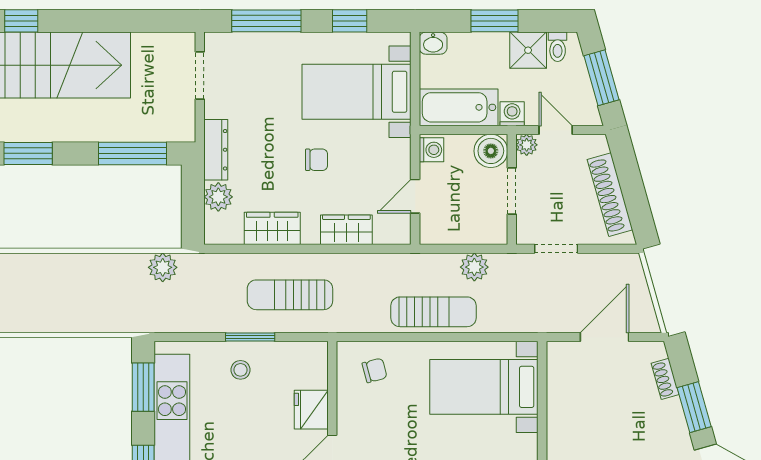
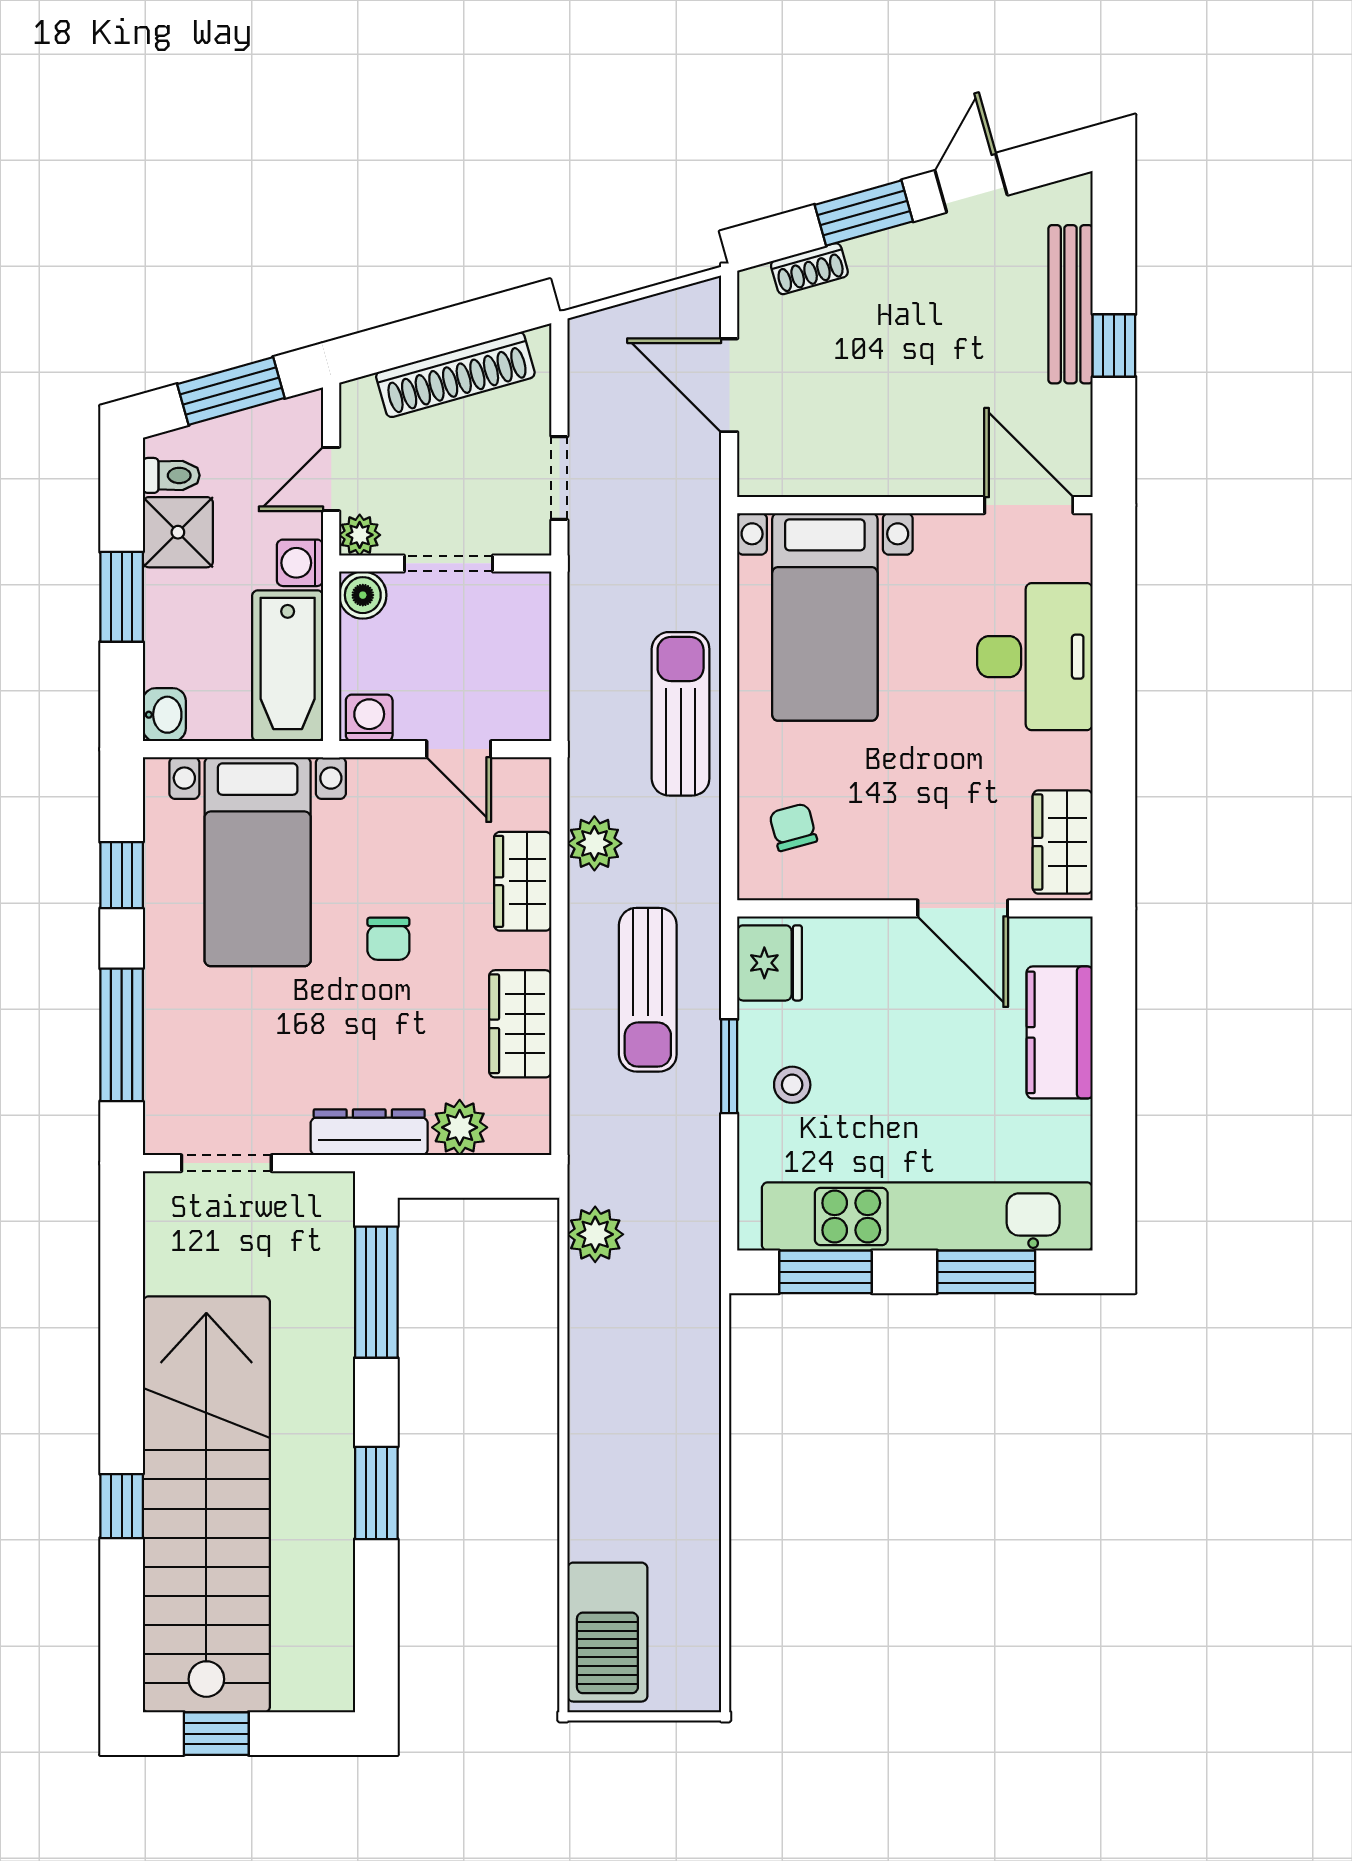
boiler: (491, 151) -> (363, 595), width x0.73, depth x0.73
chair: (316, 160) -> (388, 939), turned 180
plant: (474, 267) -> (594, 843), moved
fridge: (311, 410) -> (770, 963), moved, turned -90

